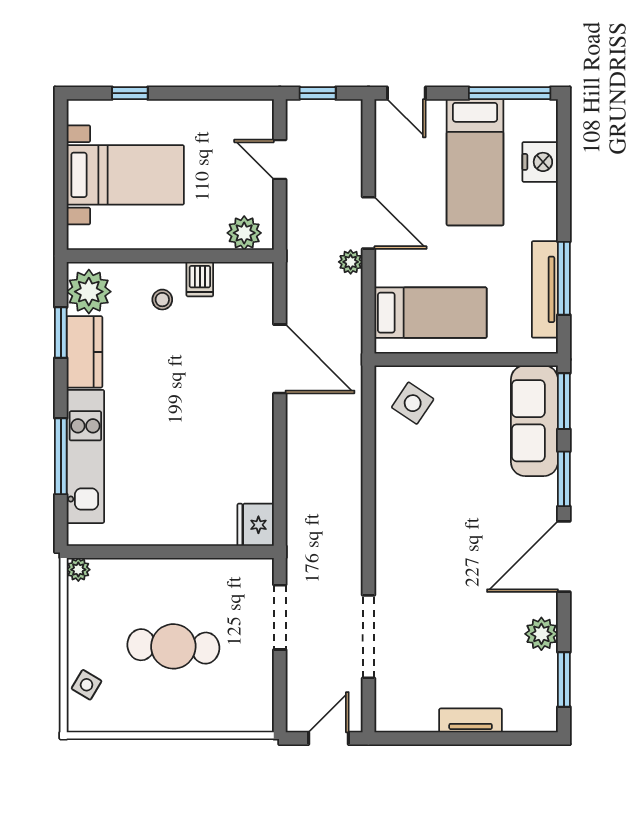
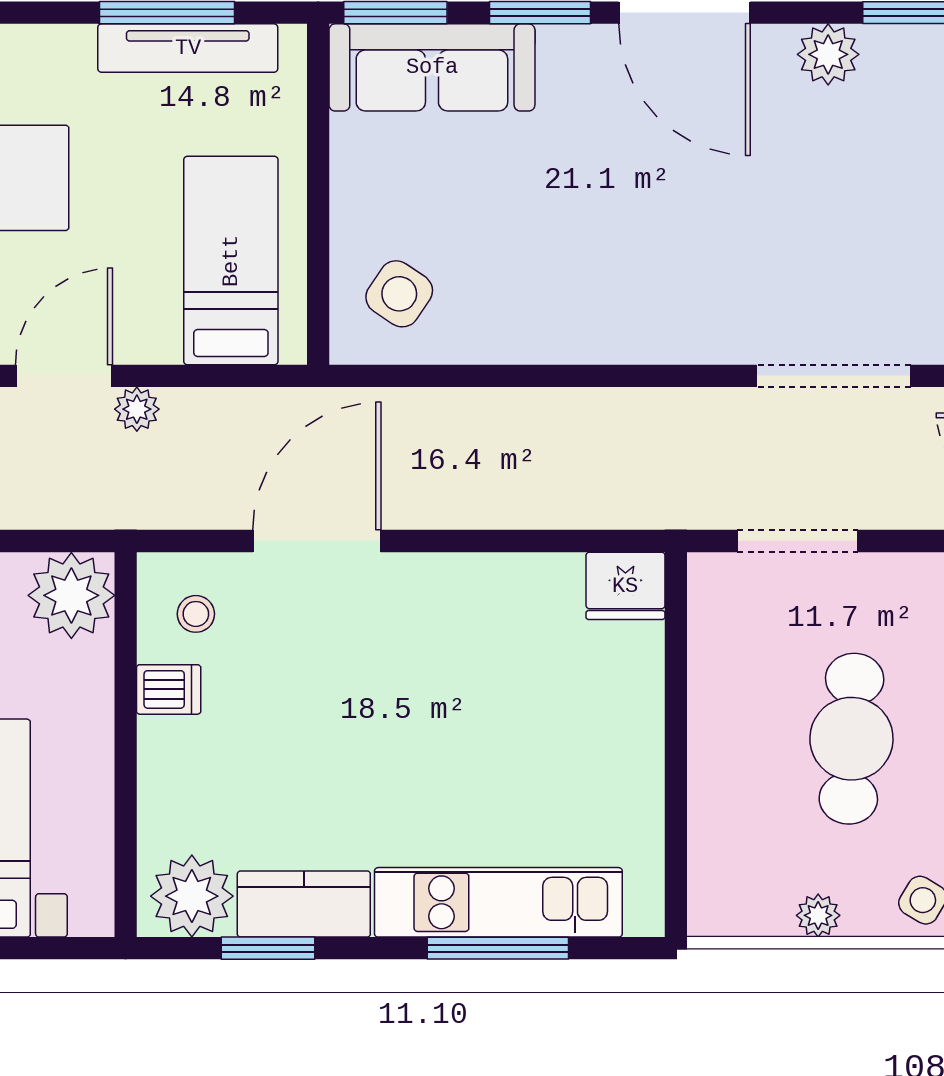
plant: (244, 233) -> (71, 595), width x1.36, depth x1.36
stool: (162, 300) -> (196, 614), moved
plant: (78, 570) -> (818, 915), moved

